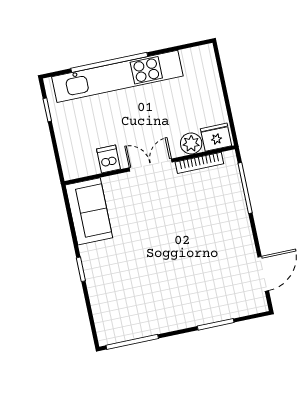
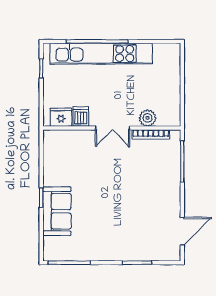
fridge: (216, 137) -> (61, 117), moved
double door: (151, 165) -> (113, 128), swing flipped
sofa: (89, 211) -> (57, 211), moved

